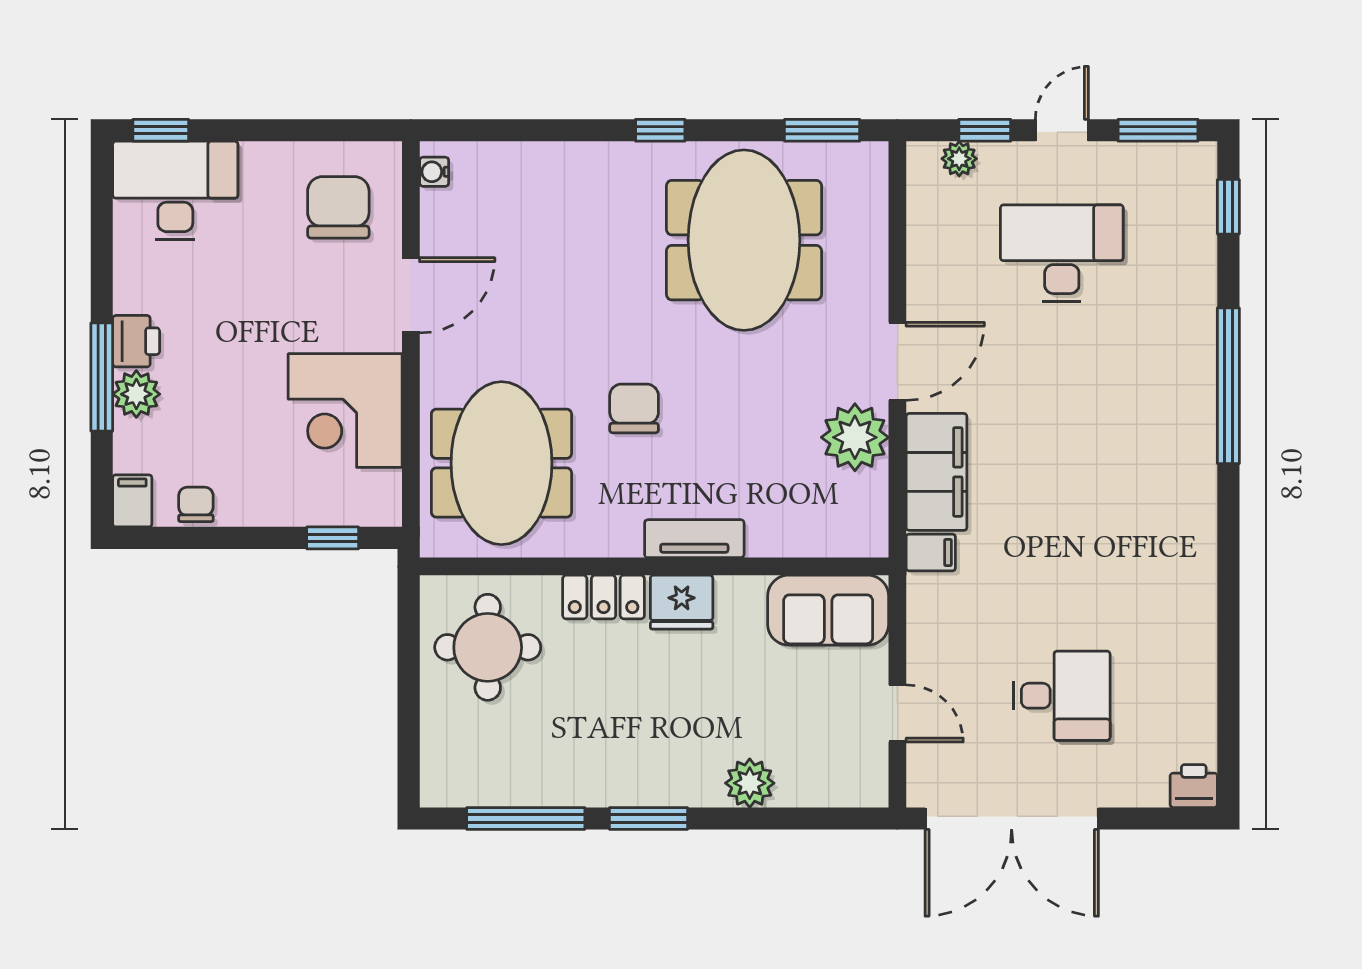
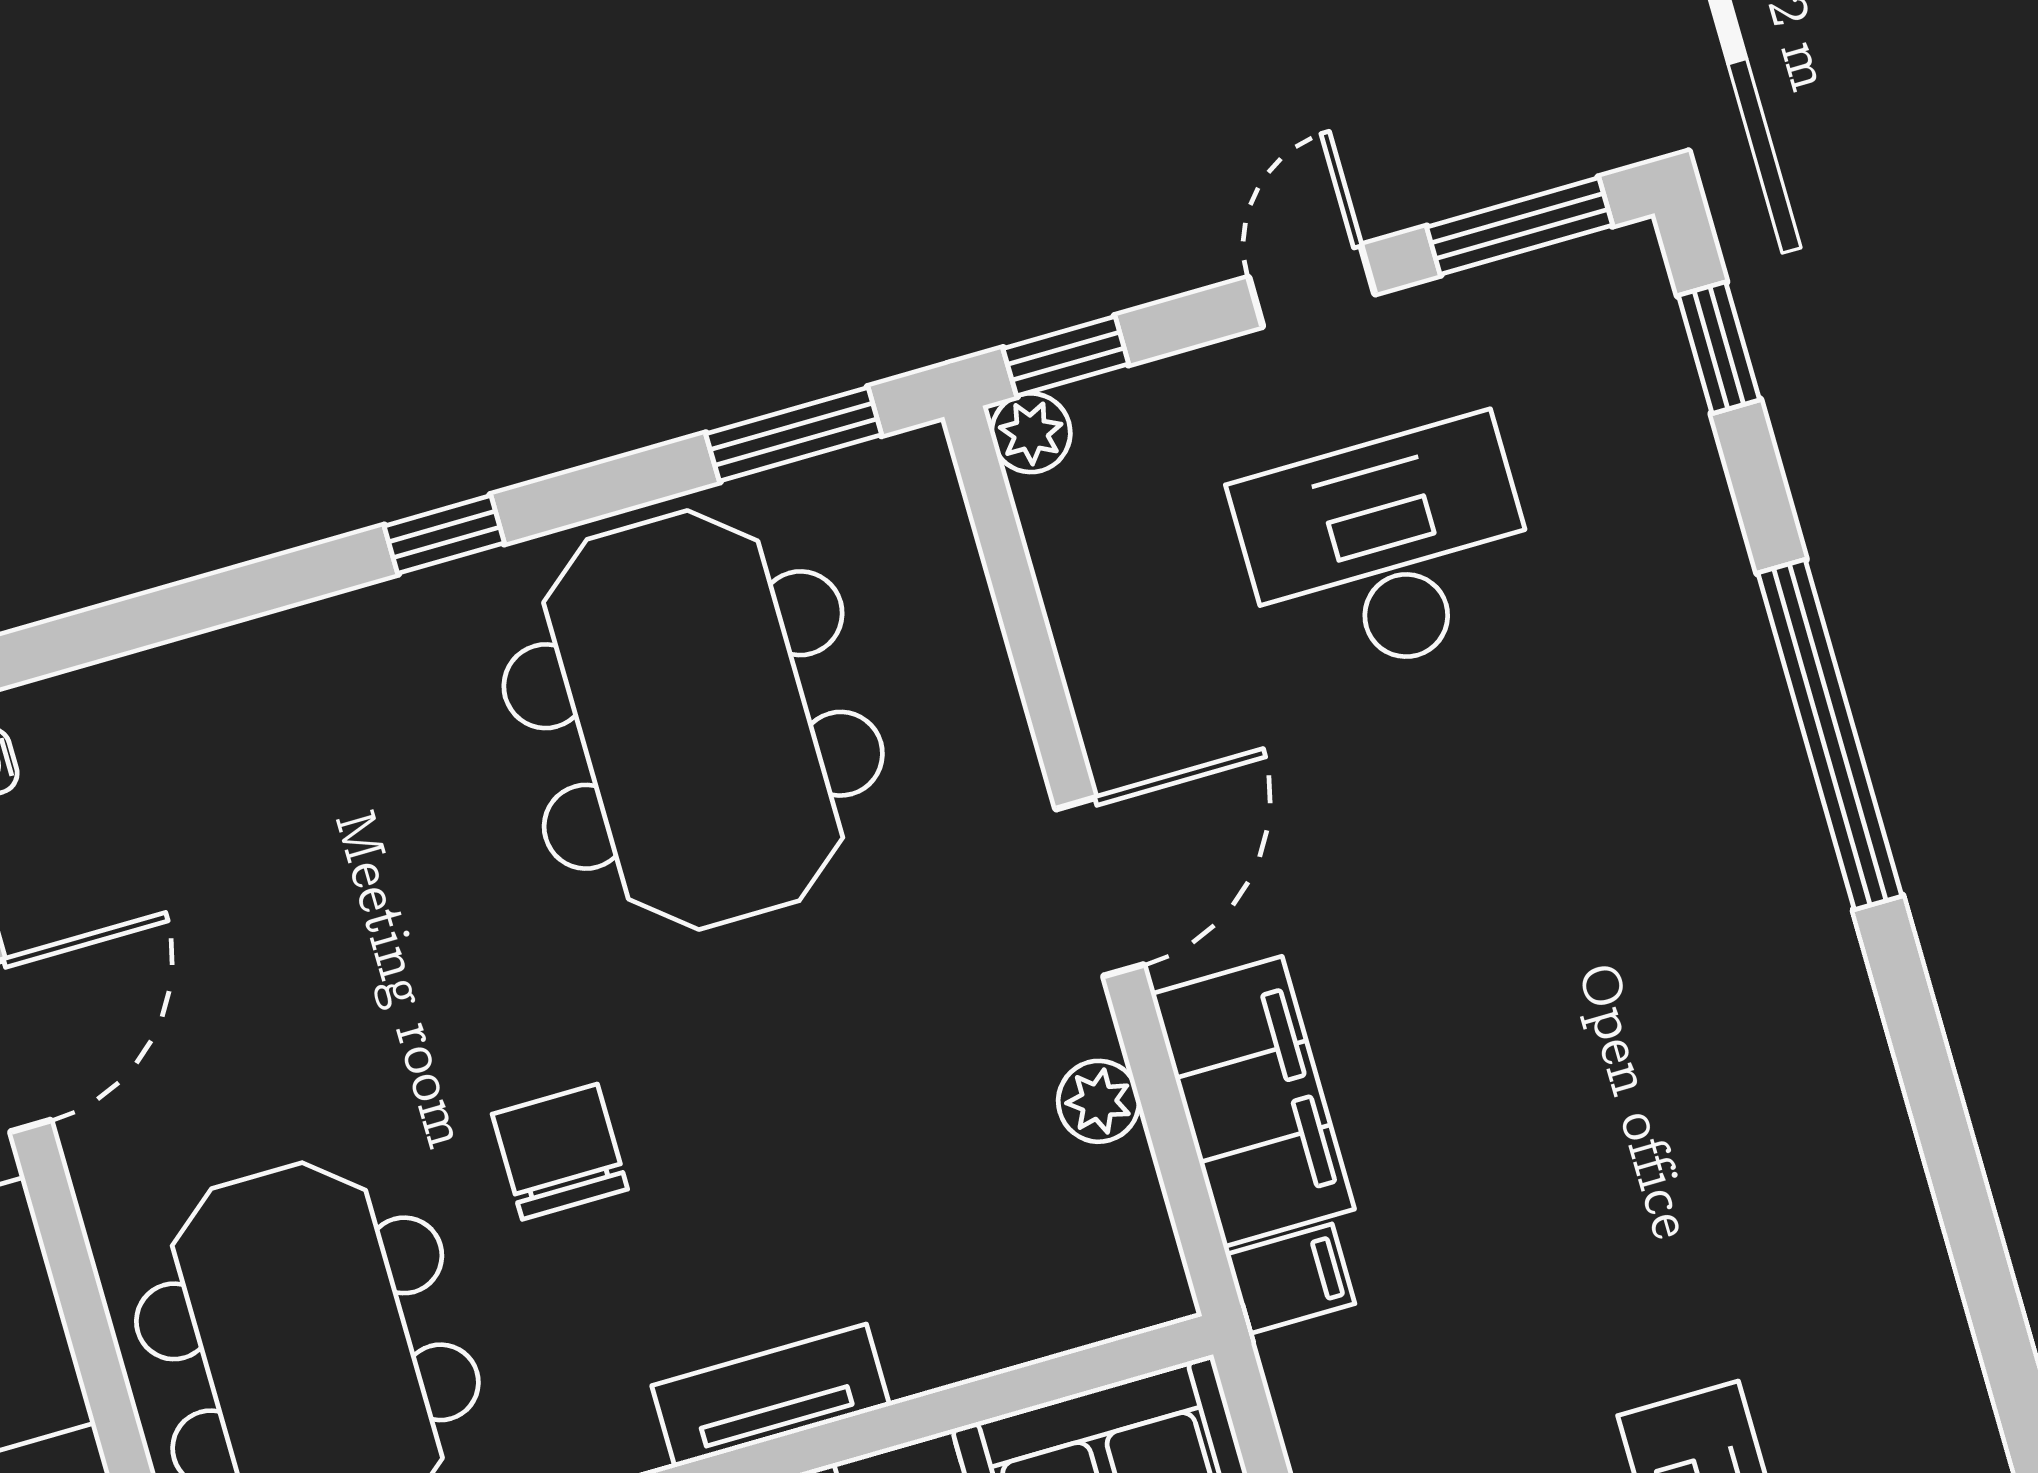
window: (985, 130) -> (1066, 356), moved
plant: (959, 159) -> (1031, 433), moved
plant: (855, 437) -> (1099, 1101), width x0.53, depth x0.53

